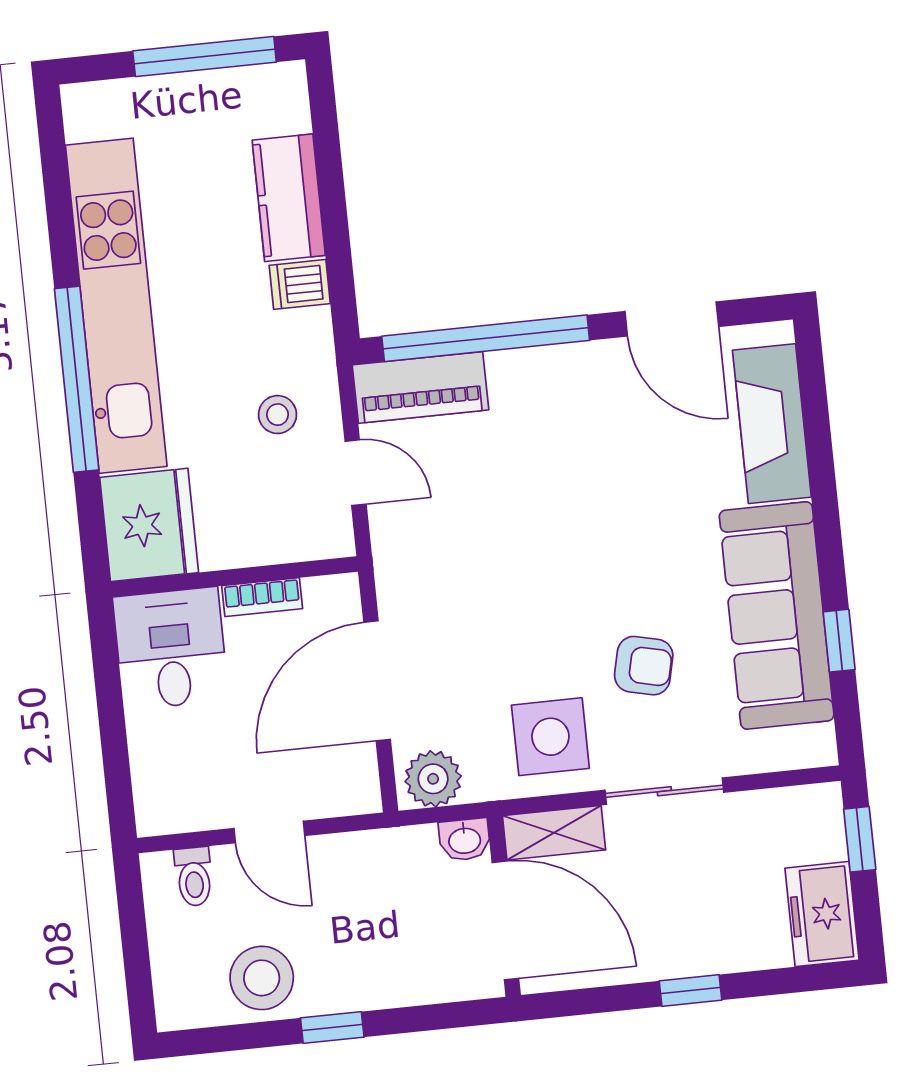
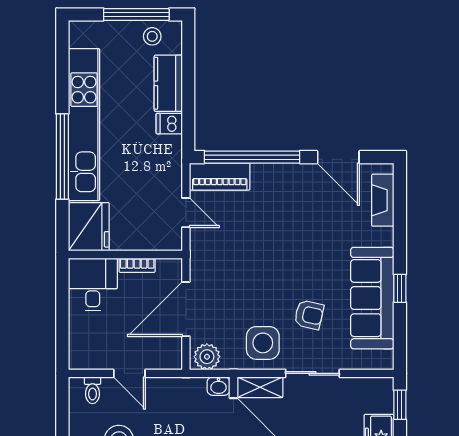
stool: (278, 415) -> (152, 36), moved
fireplace: (772, 424) -> (383, 200), width x0.73, depth x0.76
window: (839, 641) -> (400, 288), moved

